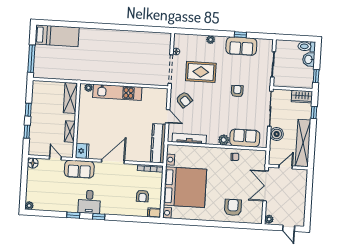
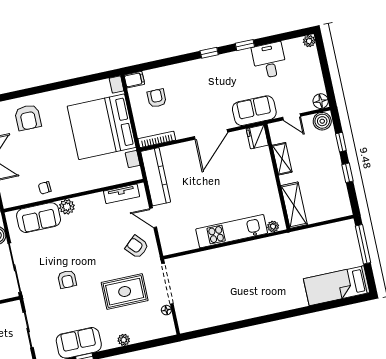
tv unit: (189, 139) -> (121, 194), width x0.71
boiler: (36, 149) -> (322, 121), added
desk: (89, 202) -> (269, 60), moved

